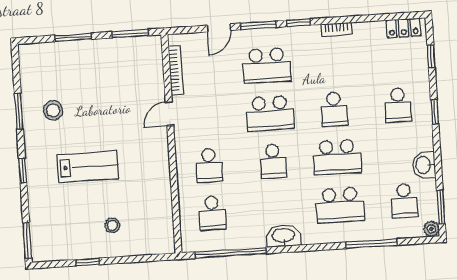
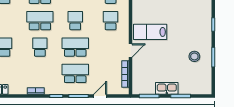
kitchen sink: (99, 49) -> (167, 88), added
lab bench: (88, 167) -> (150, 32), moved

